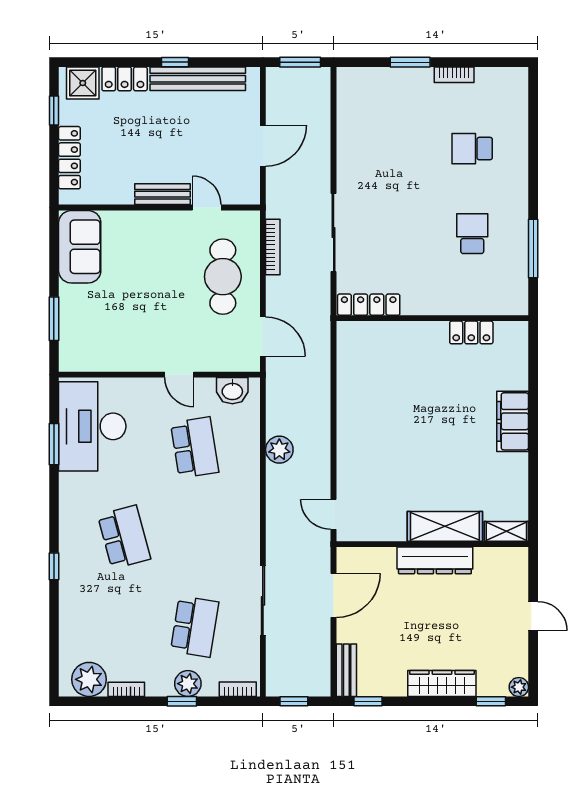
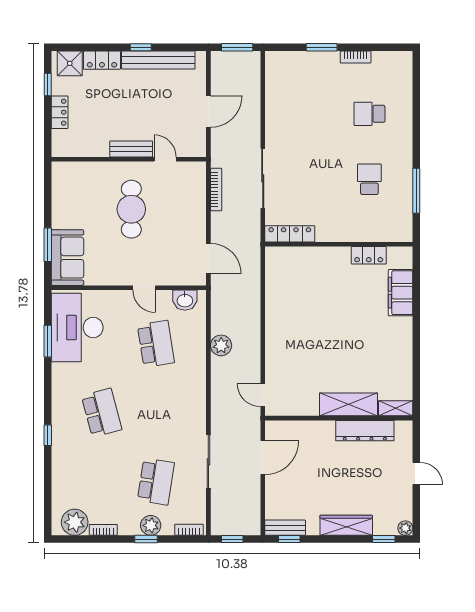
locker: (69, 158) -> (60, 112), width x0.66
sofa: (80, 247) -> (67, 258), moved
cafe table: (223, 277) -> (131, 209), moved
filing cabinet: (513, 421) -> (401, 293), moved
dresser: (435, 560) -> (365, 431), moved
bench: (346, 670) -> (285, 528), moved, turned 90

